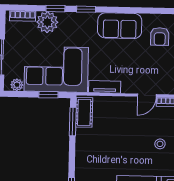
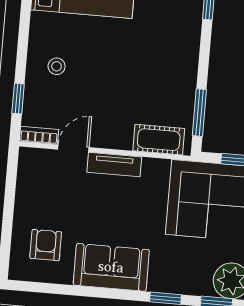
tv unit: (105, 87) -> (114, 165), moved
cot: (84, 112) -> (159, 140), moved, turned 90

